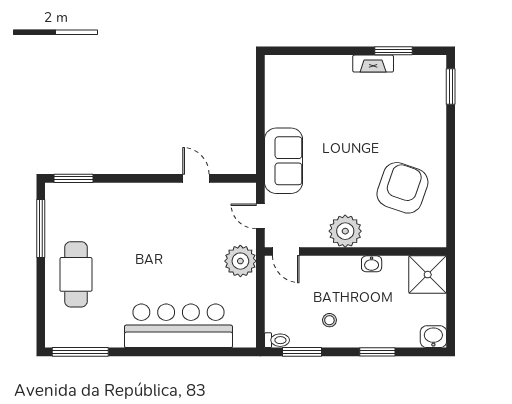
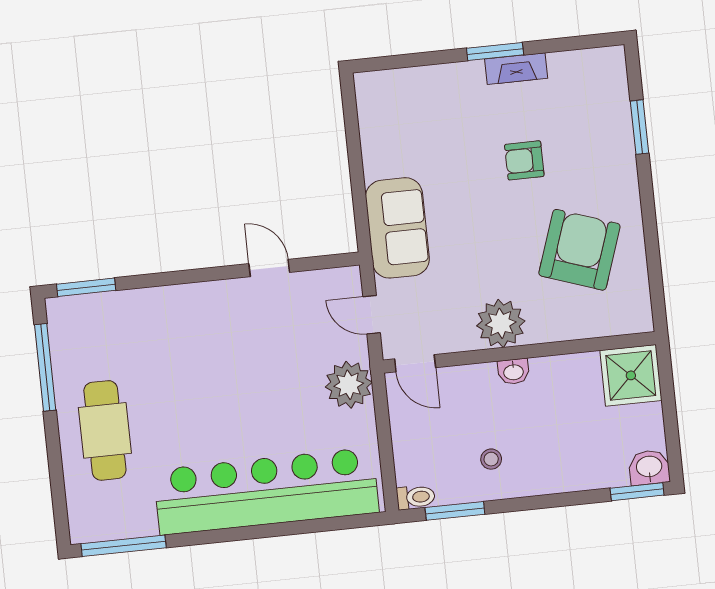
window: (393, 51) -> (495, 51), moved
window: (451, 86) -> (639, 127), moved
armchair: (372, 125) -> (524, 160), added
washbasin: (372, 264) -> (513, 372), moved
bar counter: (178, 326) -> (266, 491), width x1.36
window: (377, 352) -> (637, 492), moved

